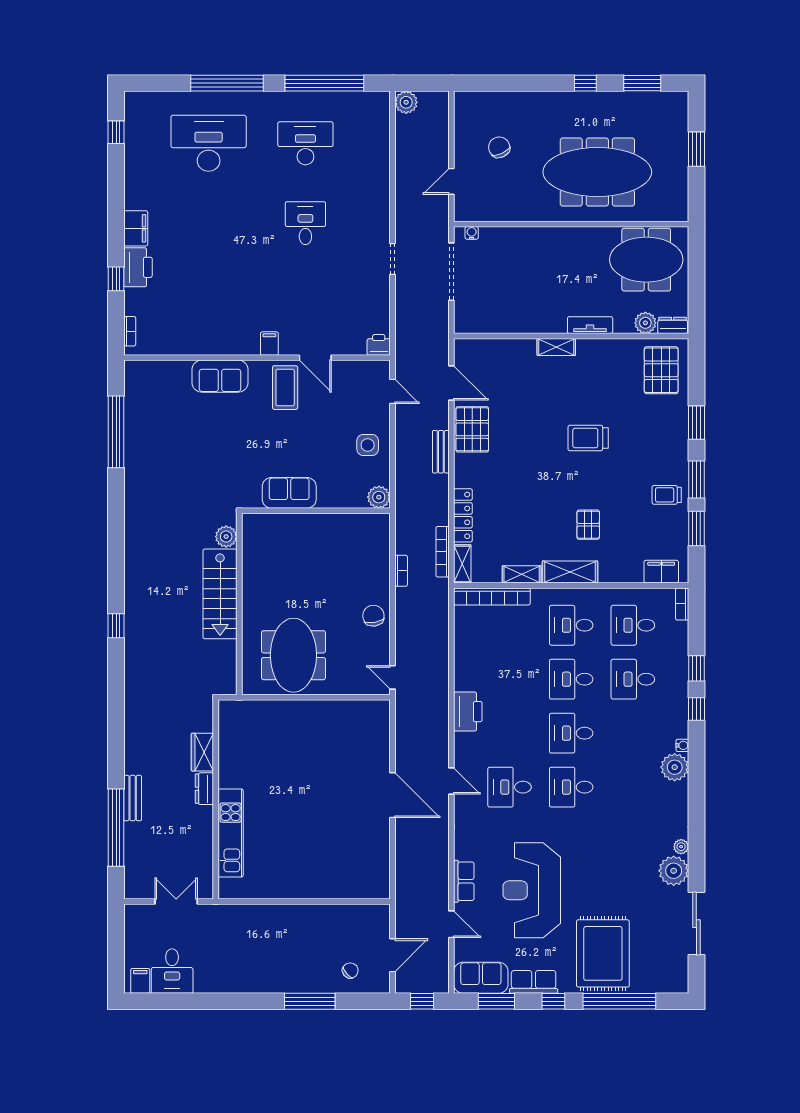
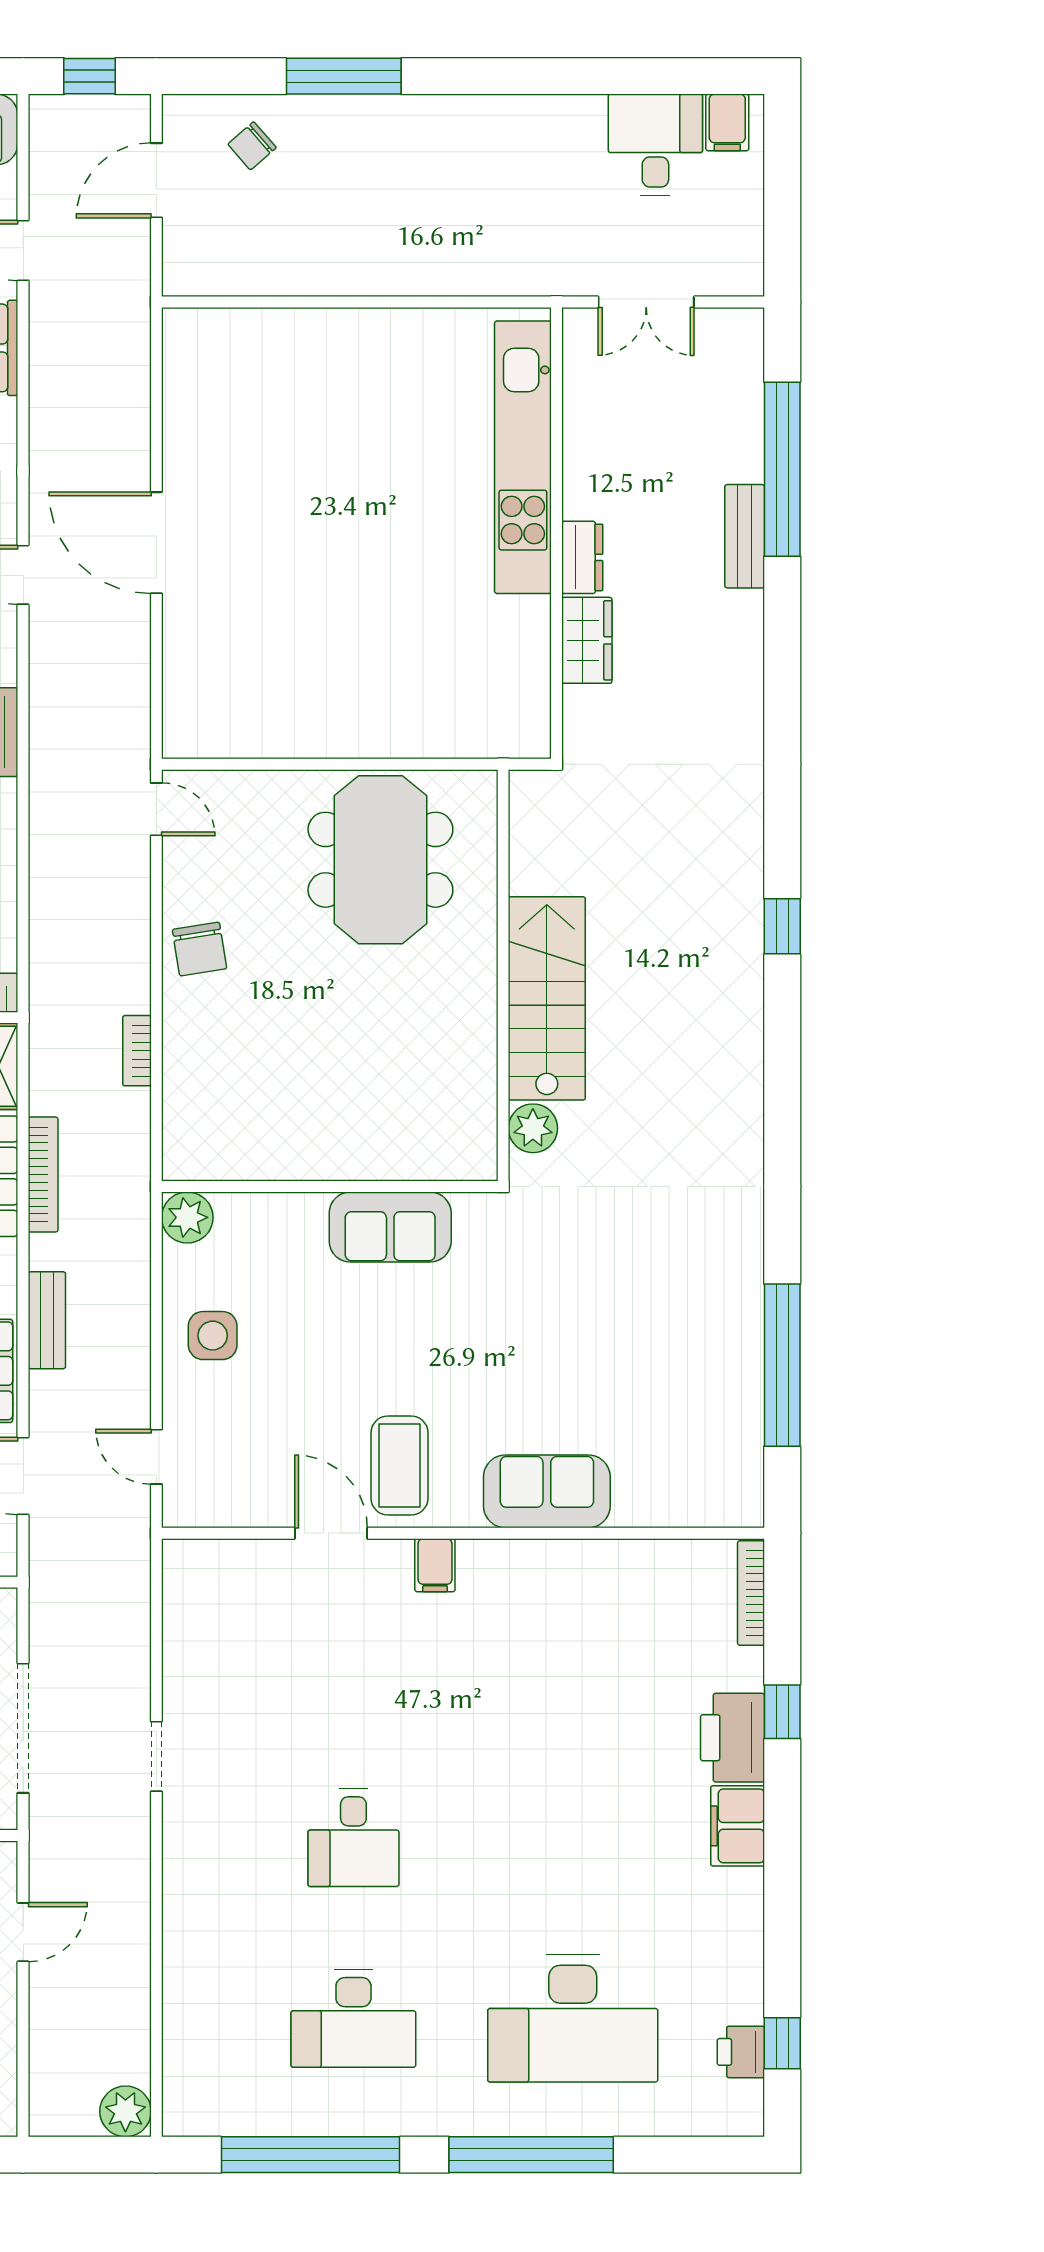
bookcase: (130, 331) -> (751, 1593), width x1.56
printer: (379, 345) -> (741, 2052), moved, turned 90
bookcase: (443, 552) -> (43, 1174), moved
kitchen unit: (231, 833) -> (523, 457), width x1.36

